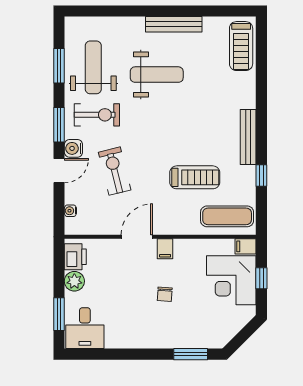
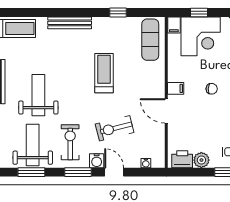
weight bench: (93, 67) -> (33, 145), turned 90
bench: (248, 137) -> (70, 23), moved
treadmill: (195, 177) -> (104, 73), moved

